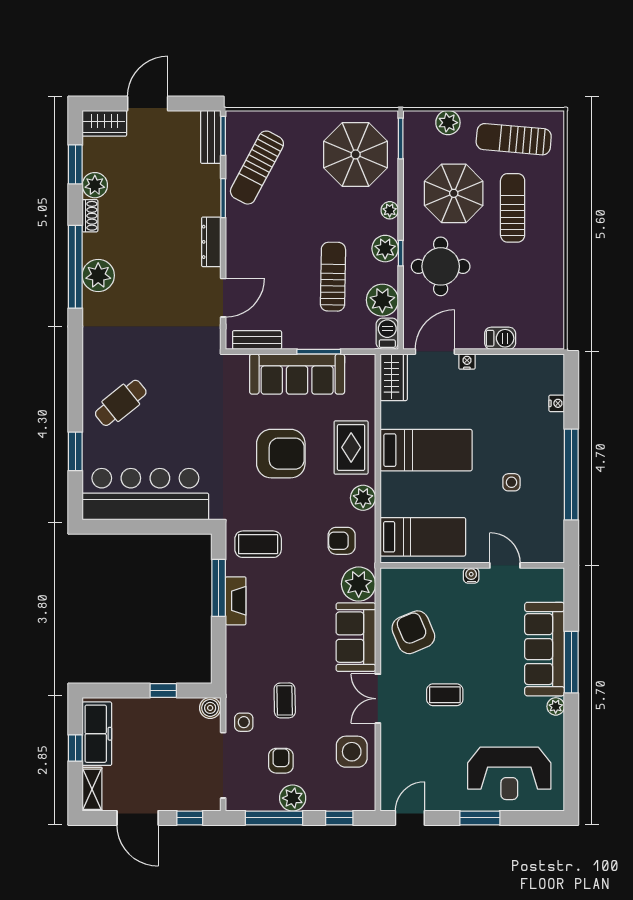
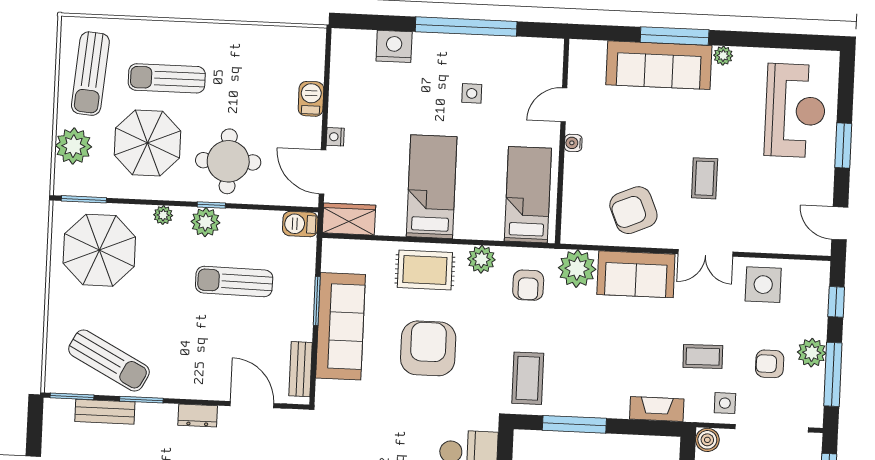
plant: (448, 123) -> (73, 146), width x1.36, depth x1.36
bench: (211, 137) -> (105, 412), moved
dresser: (211, 242) -> (198, 415), width x0.70
plant: (382, 300) -> (263, 228), removed
nightstand: (557, 403) -> (394, 46), width x1.89, depth x1.79
fireplace: (236, 601) -> (657, 409), moved

